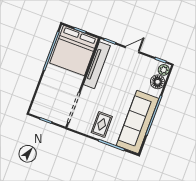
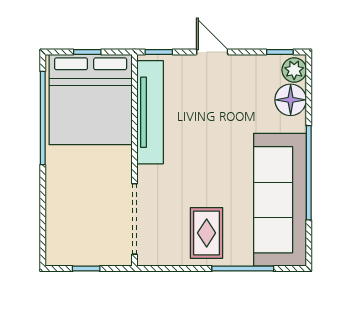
door: (132, 50) -> (212, 52), hinge flipped

